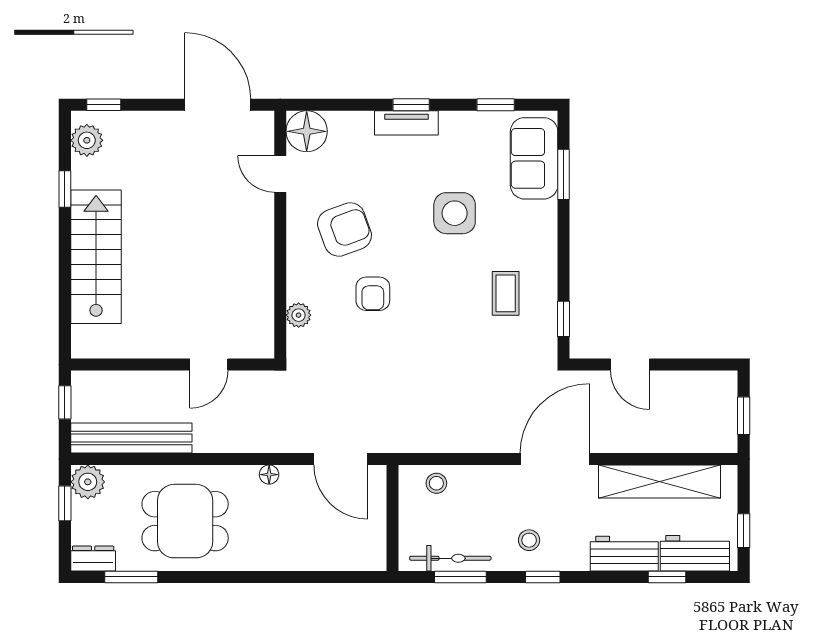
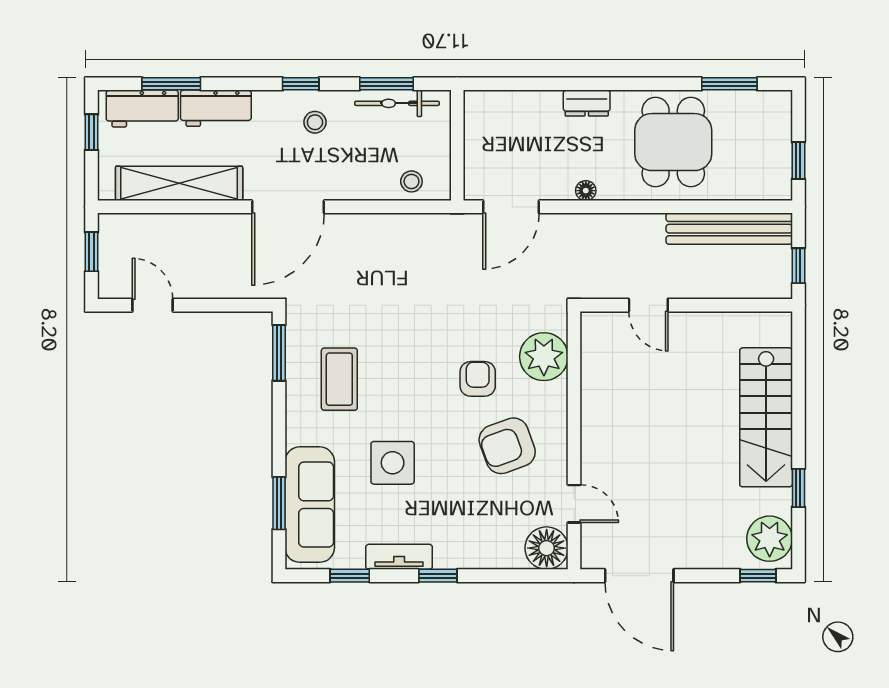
tv unit: (406, 123) -> (399, 557), moved
plant: (87, 140) -> (770, 539), width x1.36, depth x1.36
sofa: (534, 158) -> (310, 505), width x1.36
coffee table: (506, 293) -> (339, 379), width x1.36, depth x1.30
plant: (299, 315) -> (544, 357), width x1.88, depth x1.88
window: (564, 319) -> (279, 353), width x1.50
door: (209, 365) -> (648, 305), swing flipped
door: (630, 365) -> (153, 305), moved
door: (341, 459) -> (511, 207), swing flipped
plant: (88, 482) -> (775, 183), removed
dining table: (185, 521) -> (673, 142), turned 90
dresser: (93, 559) -> (587, 103), moved
window: (667, 577) -> (171, 84), width x1.50

